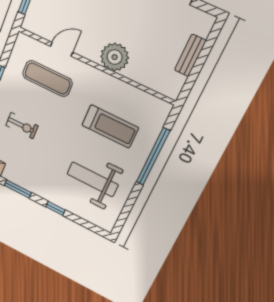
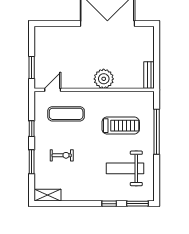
door: (62, 49) -> (53, 90), moved
bench: (190, 55) -> (149, 75), moved
window: (18, 189) -> (138, 204), moved

